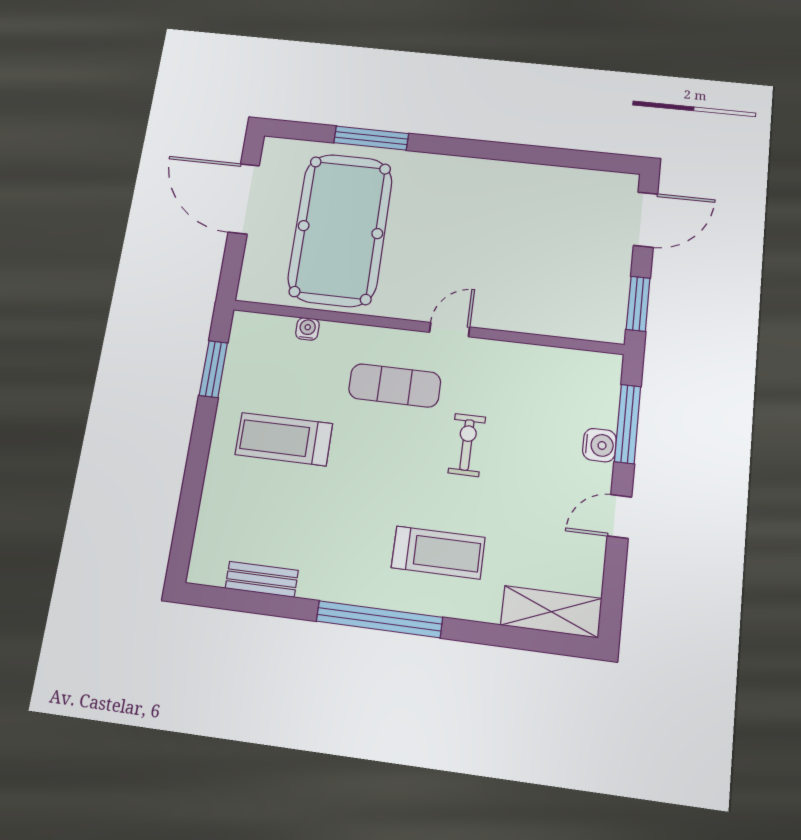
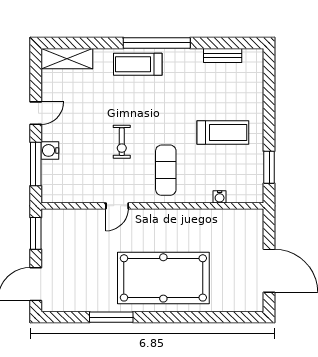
window: (371, 138) -> (111, 317), moved
pool table: (340, 230) -> (163, 278), moved, turned 90
door: (450, 330) -> (117, 206), moved
exercise mat: (395, 385) -> (166, 170), turned 90
treadmill: (438, 553) -> (138, 64), moved

